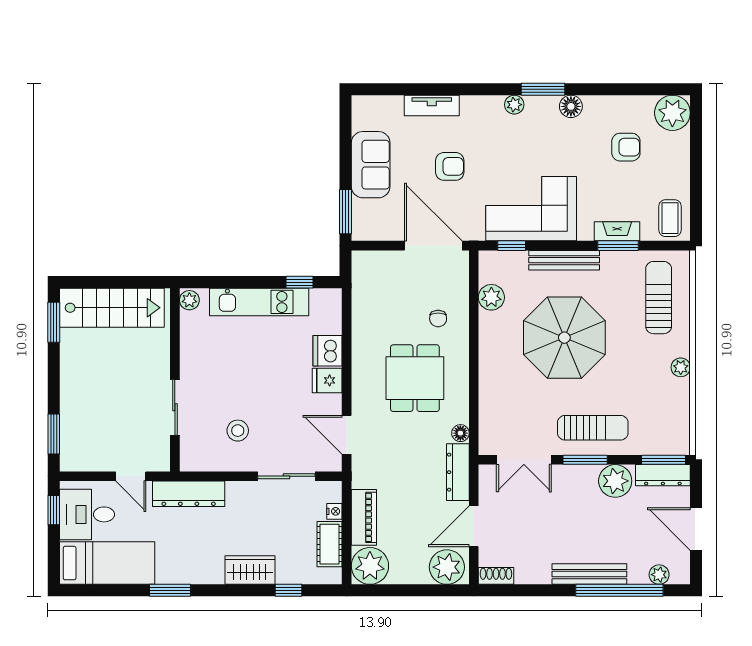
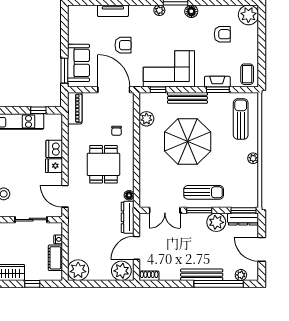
sofa: (371, 165) -> (78, 63), moved
piano: (364, 517) -> (75, 108), moved

